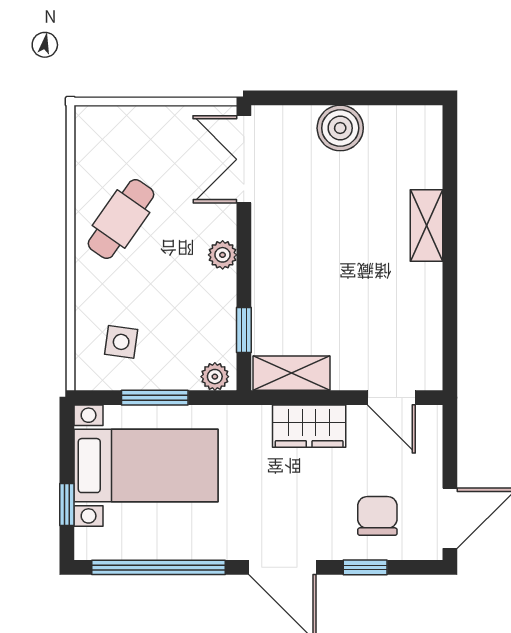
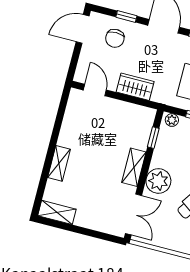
shelving: (404, 122) -> (57, 212), added
boiler: (340, 128) -> (86, 217), removed
plant: (223, 255) -> (158, 181), width x1.88, depth x1.88
shelving: (291, 373) -> (134, 167), moved, turned 90

